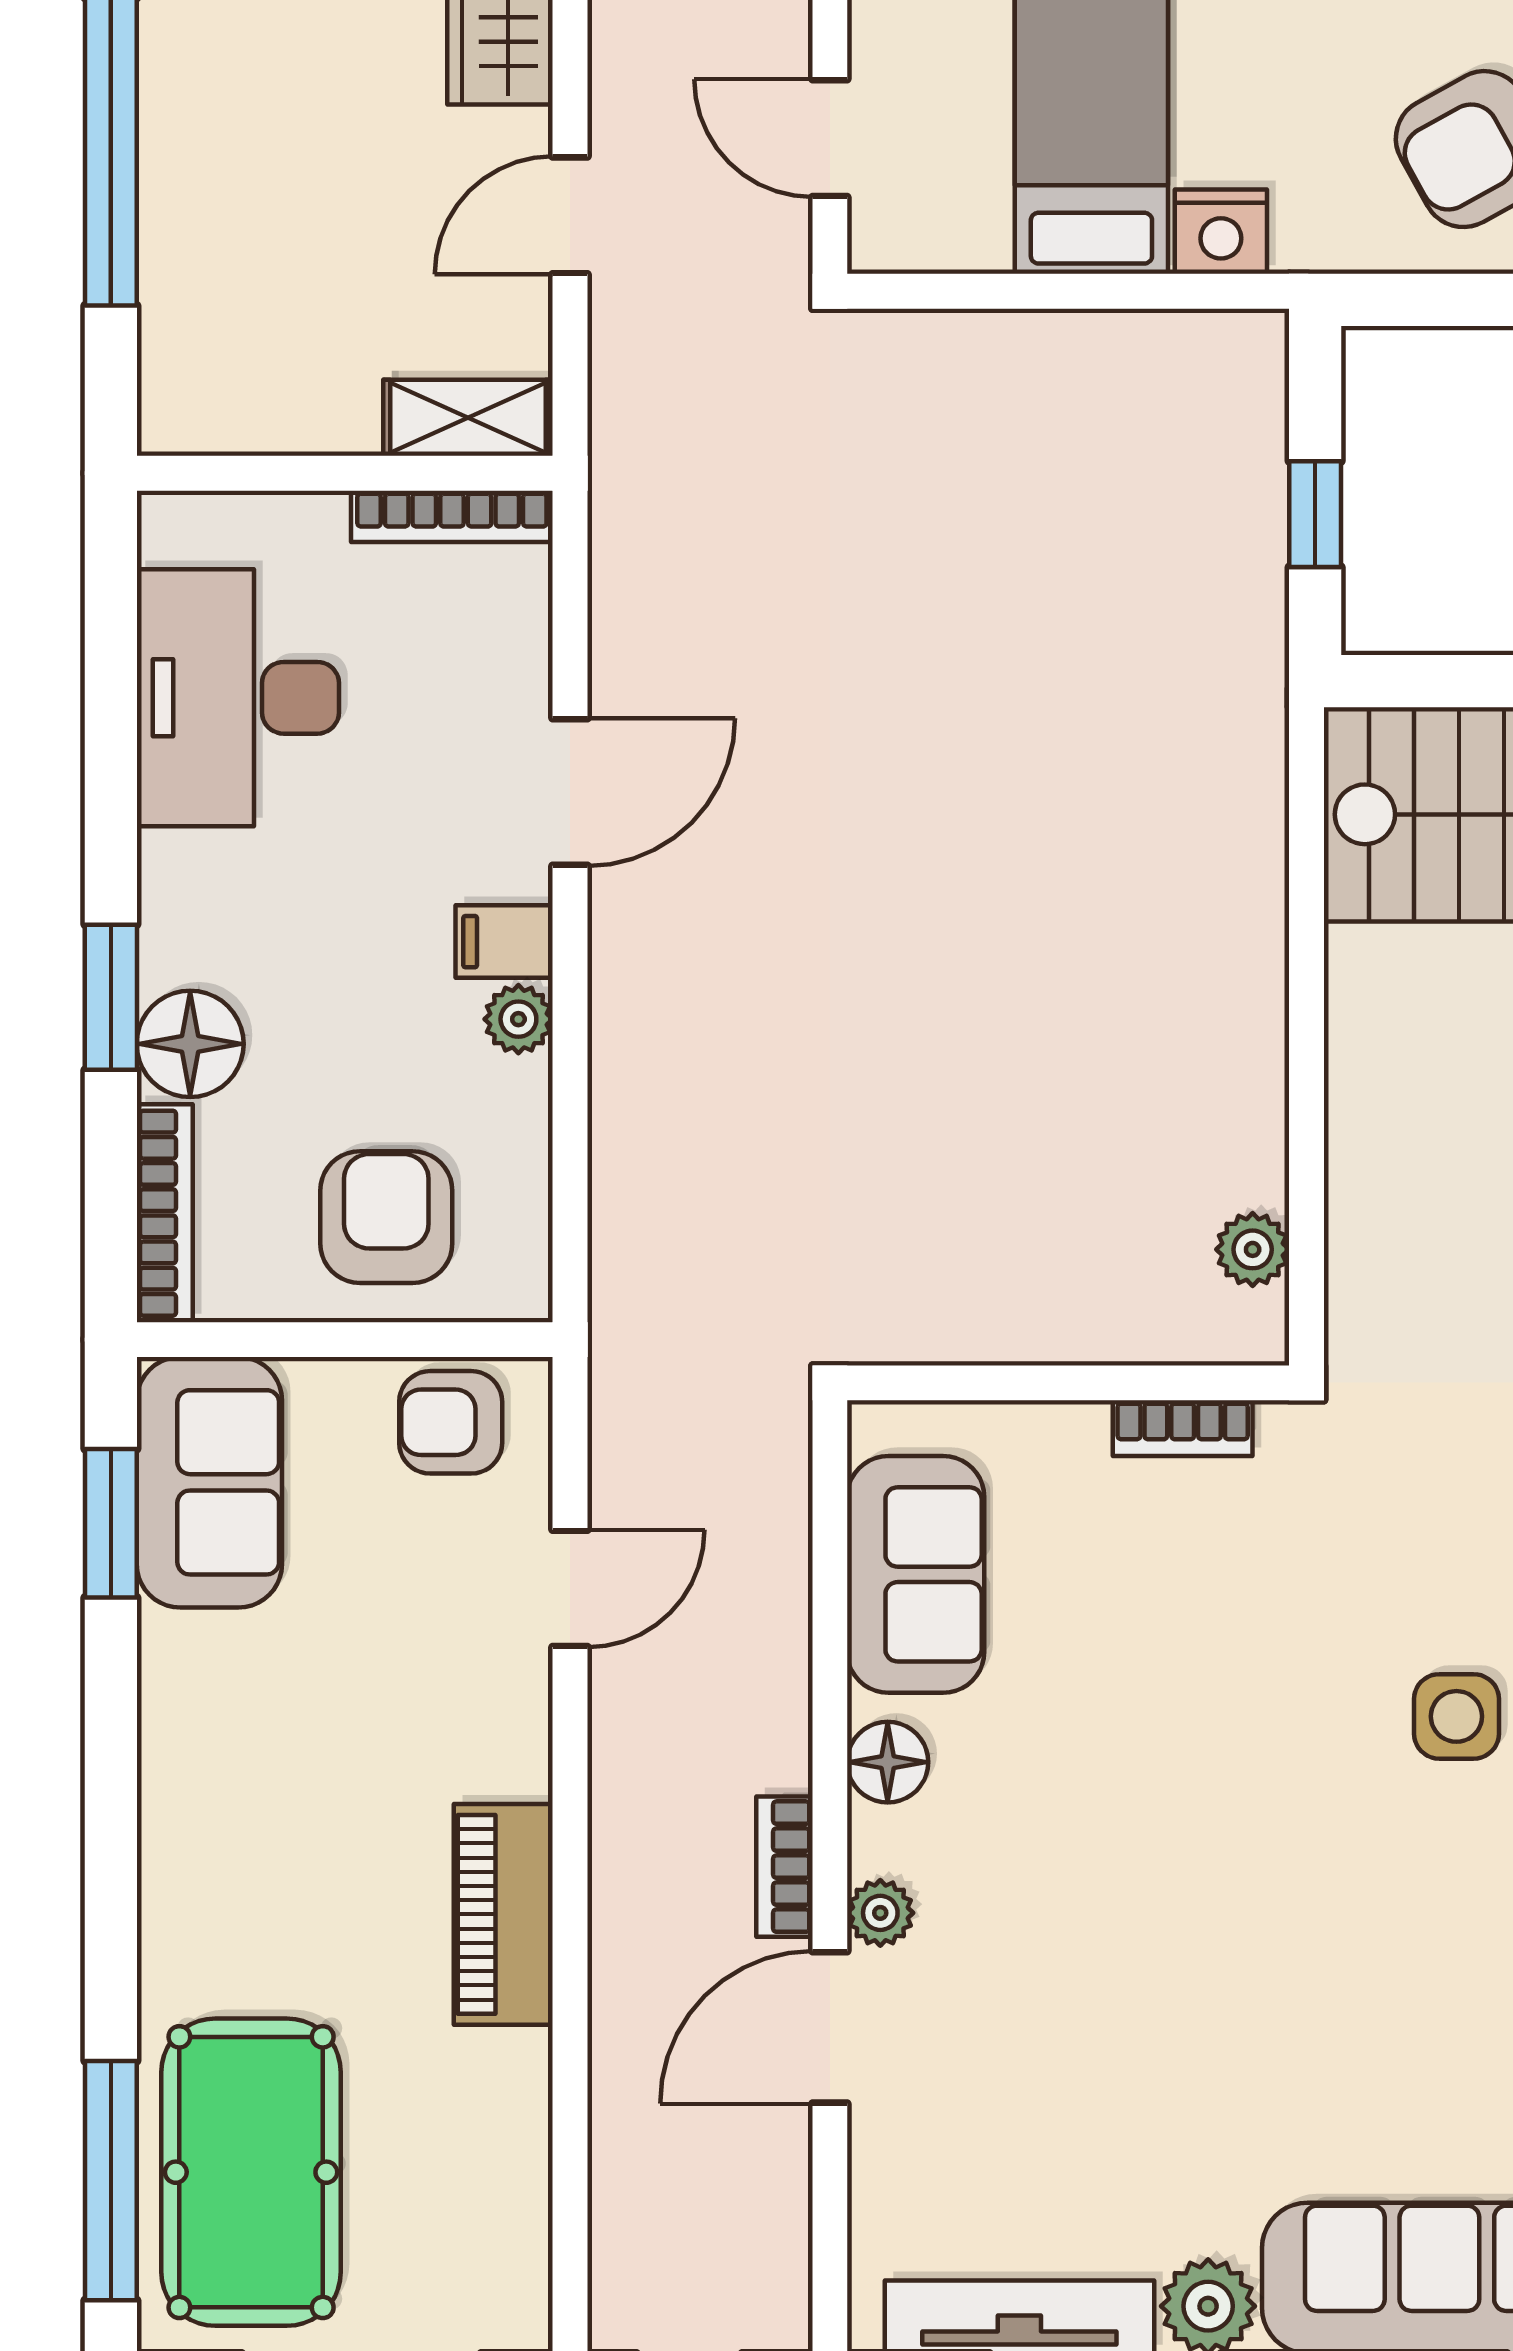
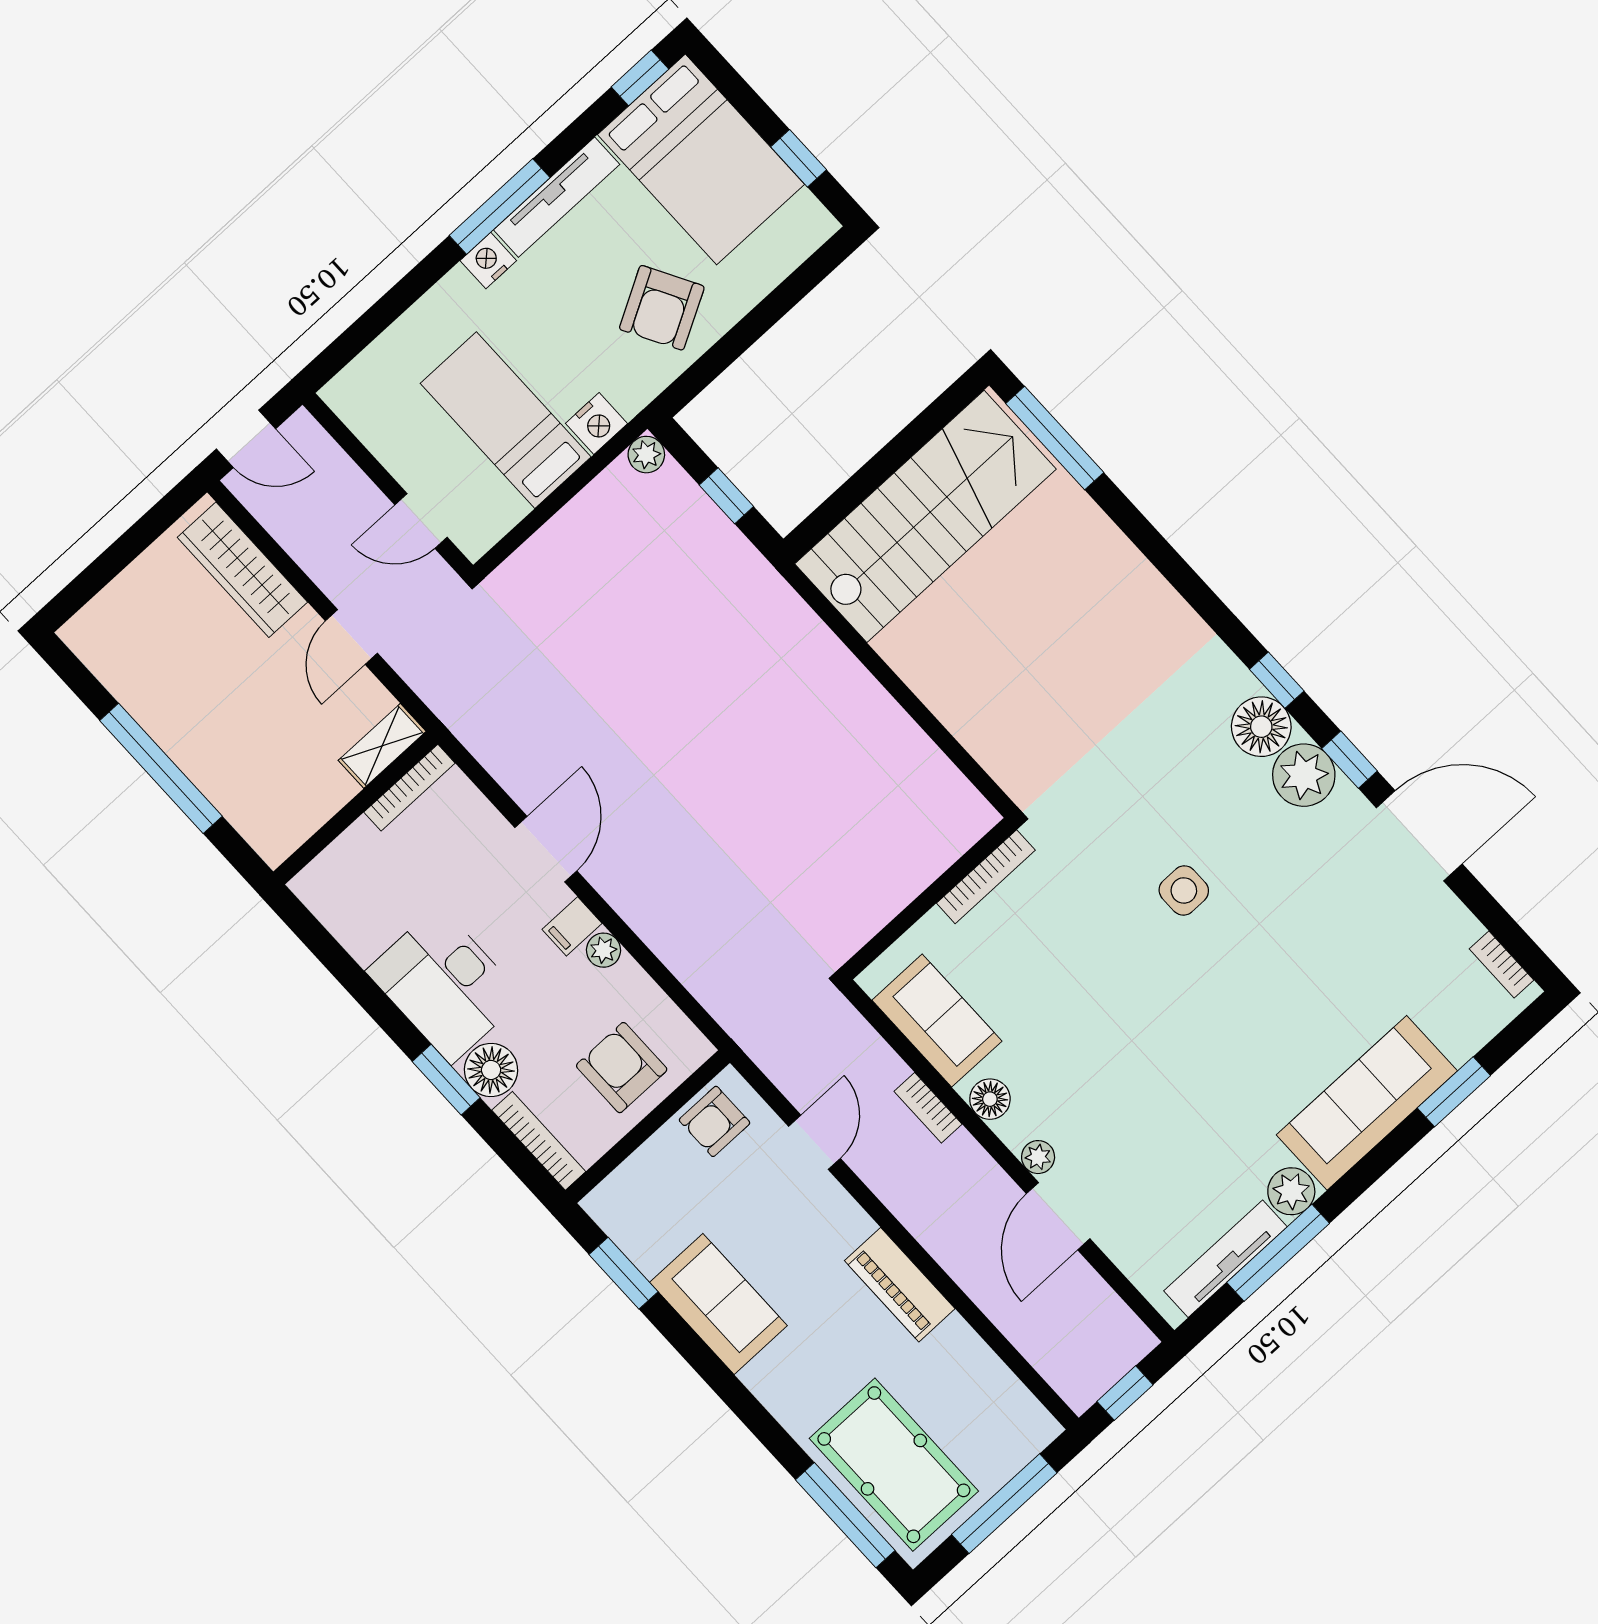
desk: (238, 698) -> (445, 984), moved
plant: (1253, 1249) -> (646, 455), moved
bookcase: (1183, 1428) -> (986, 877), width x1.56
sofa: (209, 1482) -> (718, 1304), moved
bookcase: (784, 1867) -> (928, 1108), moved

